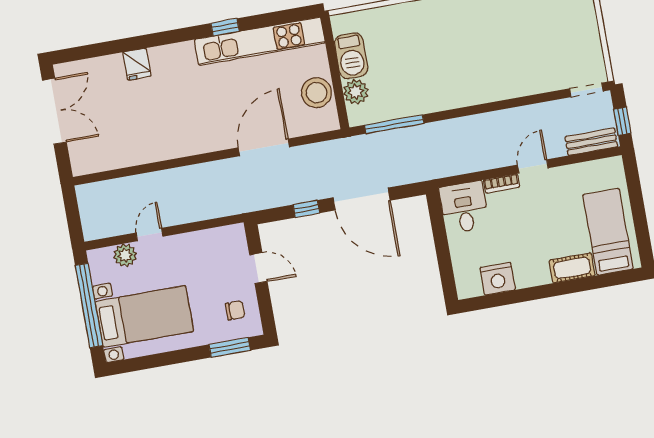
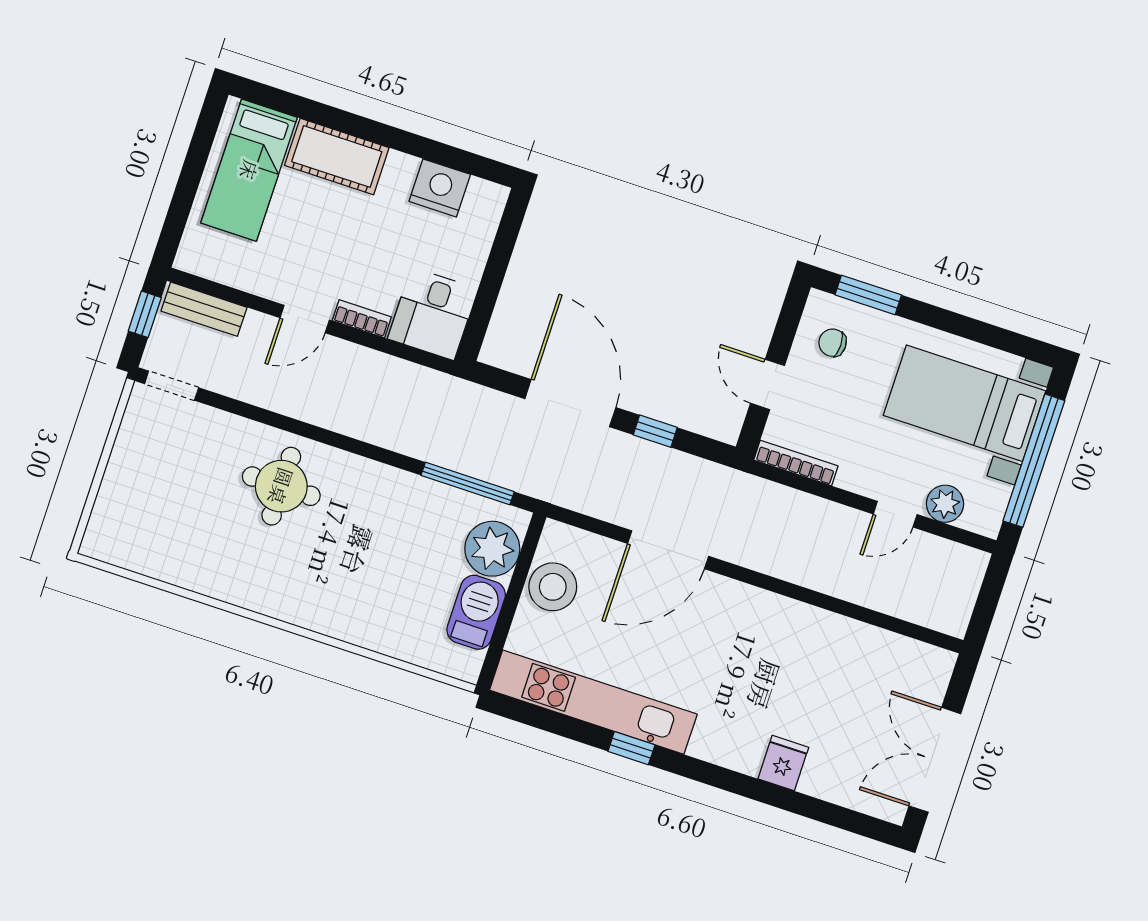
round table: (496, 67) -> (281, 486), added
plant: (356, 92) -> (492, 549), width x1.36, depth x1.36
bookcase: (219, 233) -> (796, 463), added
cot: (572, 268) -> (337, 157), width x1.37, depth x1.34

